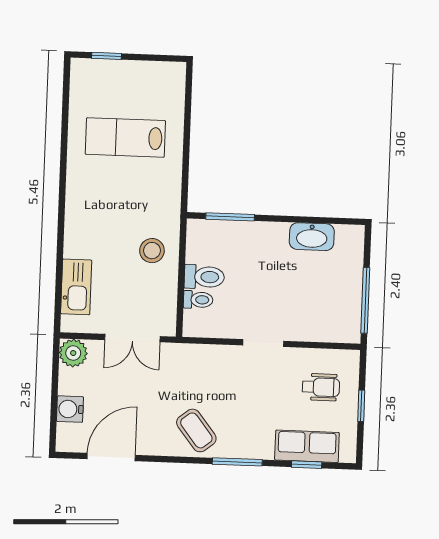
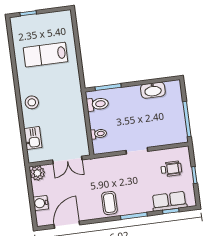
stool: (152, 251) -> (32, 102), moved
toilet: (204, 277) -> (97, 104), moved
kitchen sink: (76, 287) -> (33, 138), width x0.73
coffee table: (196, 430) -> (109, 203), turned 38

